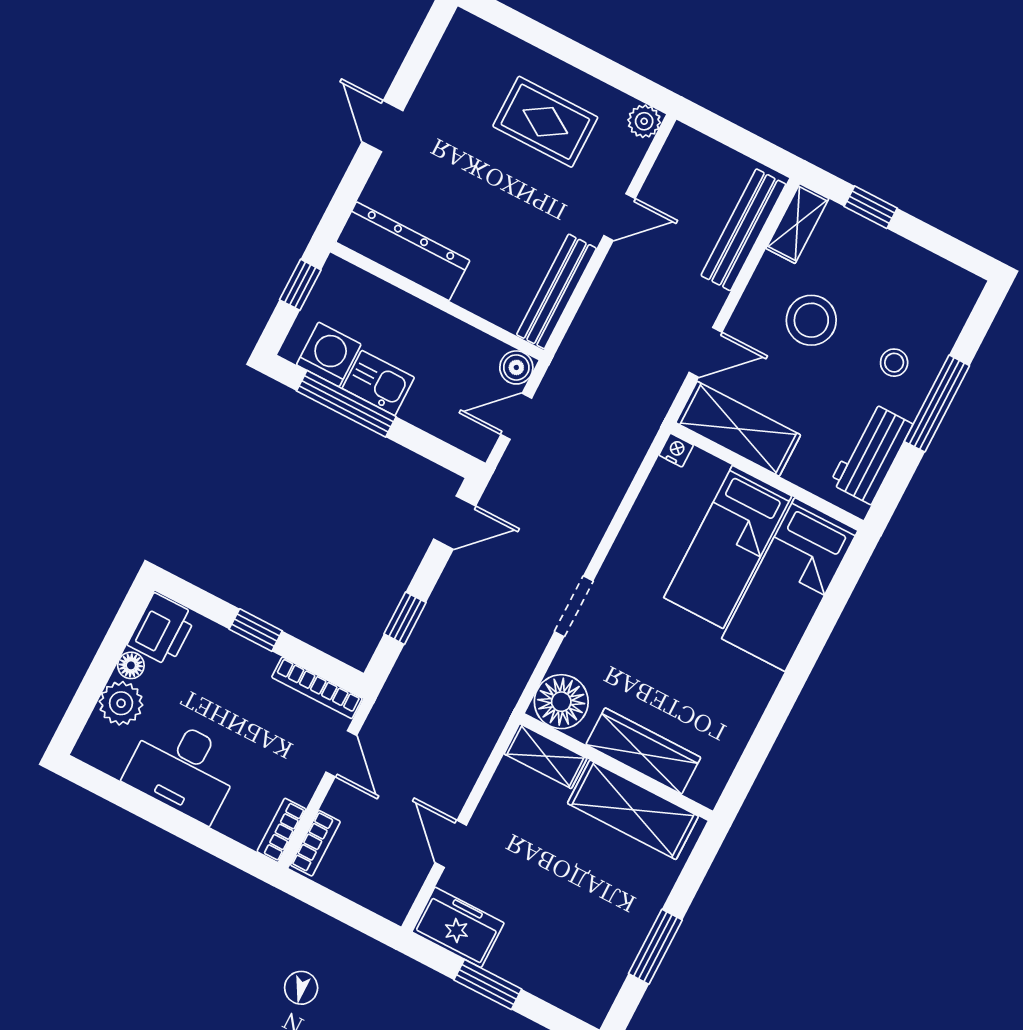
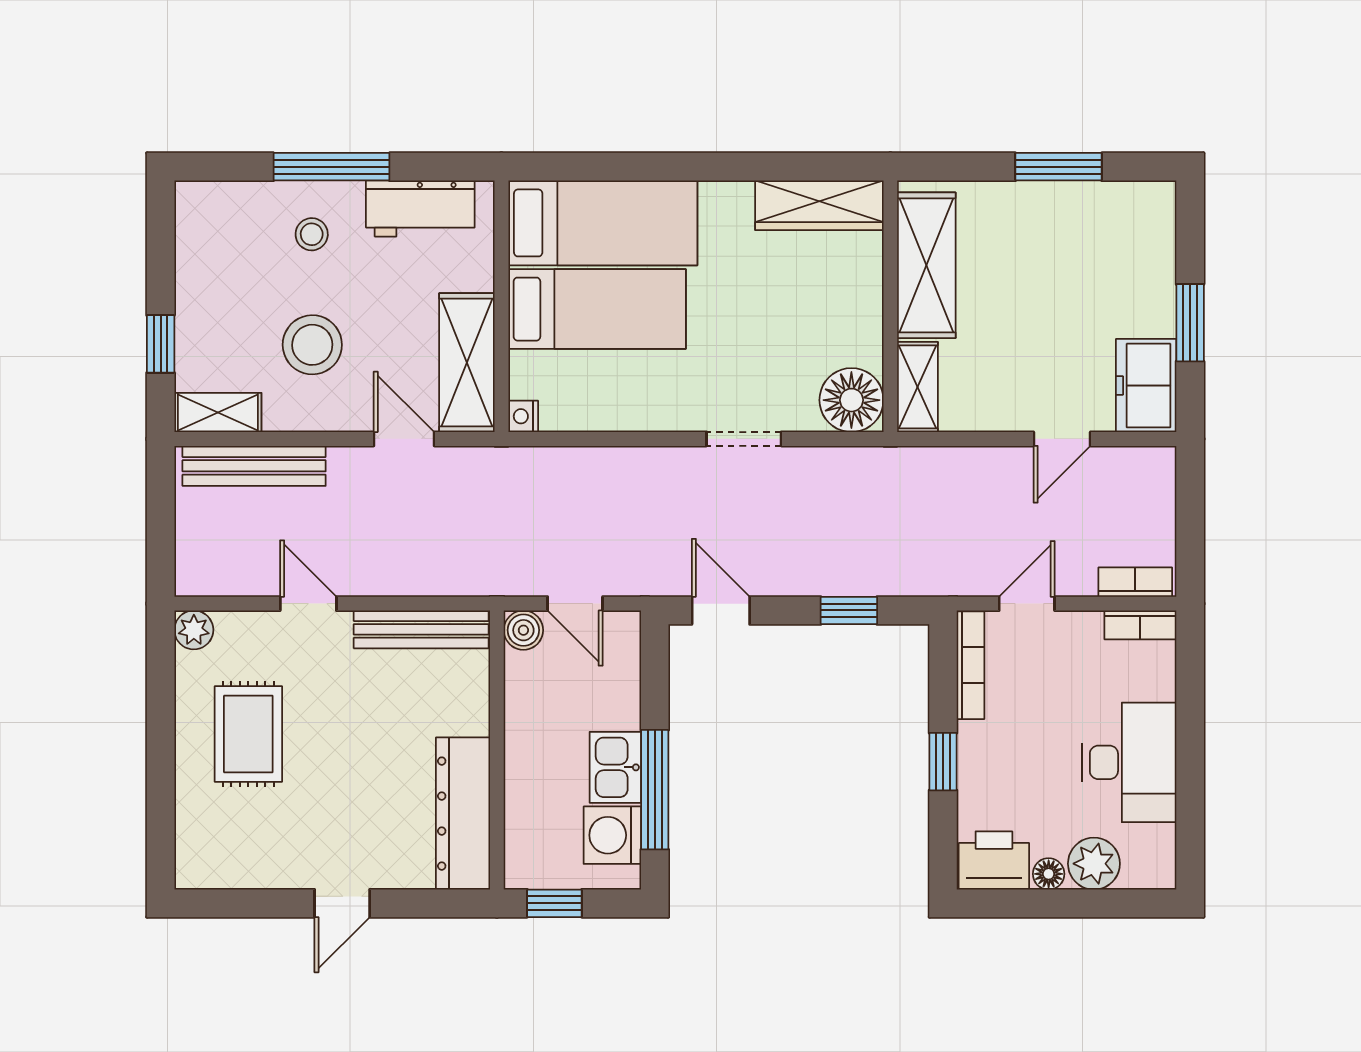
wardrobe: (643, 751) -> (819, 205), moved, turned -90

